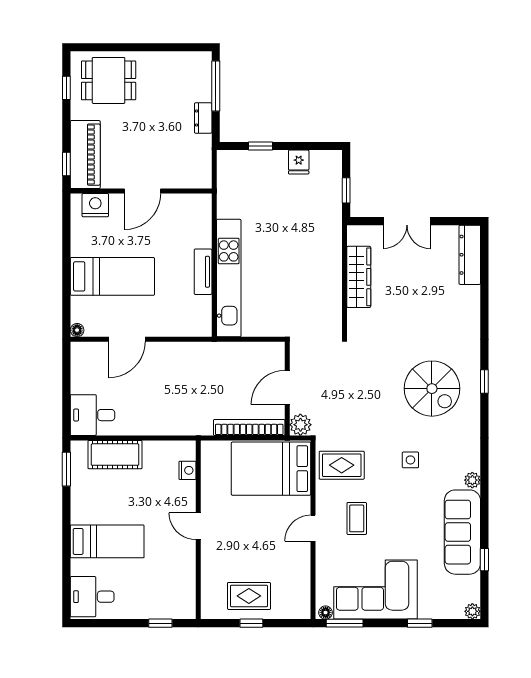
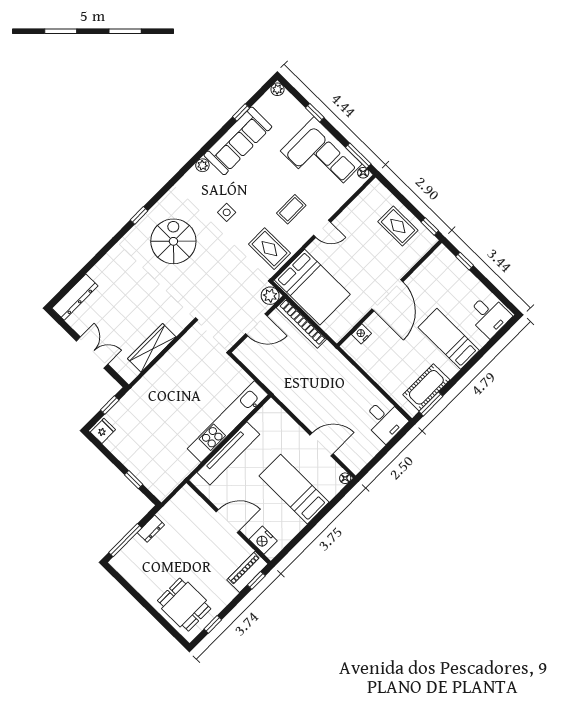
piano: (85, 155) -> (247, 572), width x0.73, depth x0.75
fridge: (299, 162) -> (103, 431), moved
tv unit: (203, 272) -> (228, 453), width x1.92, depth x1.29
cot: (115, 455) -> (426, 387), moved, turned 90
door: (198, 526) -> (387, 295), width x1.87
window: (251, 623) -> (430, 226), moved

